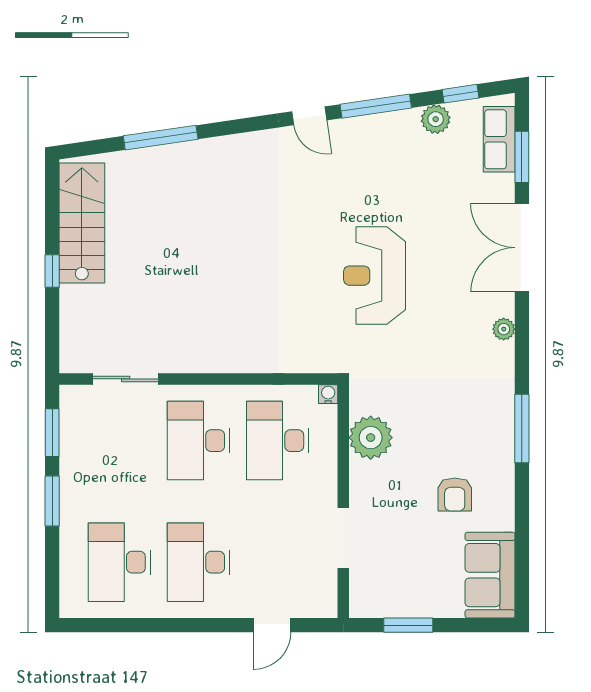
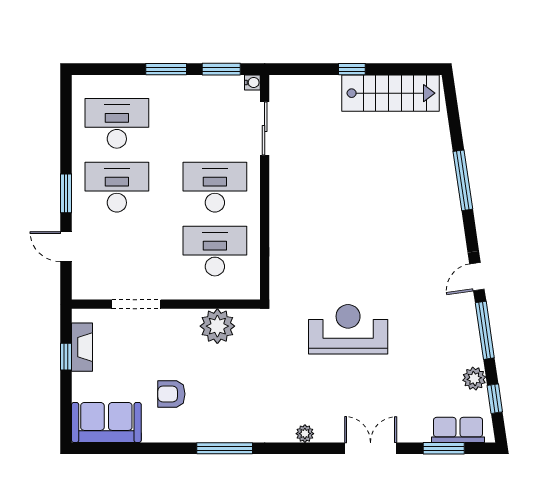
window: (161, 138) -> (463, 180), moved
double door: (522, 248) -> (371, 448), width x0.73
water cooler: (328, 394) -> (252, 82), moved
fireplace: (397, 605) -> (82, 347), added
window: (206, 625) -> (66, 193), added
window: (408, 625) -> (66, 357), width x0.67

